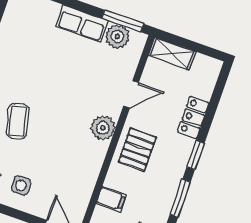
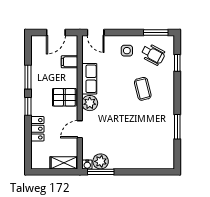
row of seats: (82, 23) -> (89, 79), moved, turned 90
water cooler: (139, 39) -> (87, 164), added
pallet: (137, 149) -> (64, 97), turned 90

